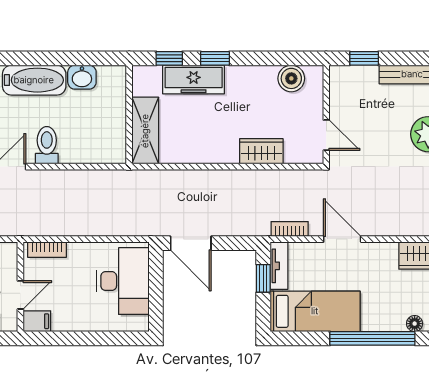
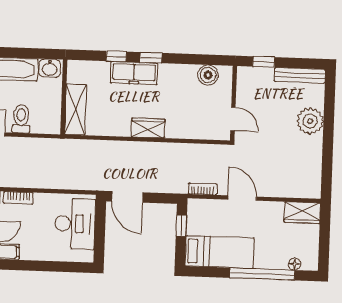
wall: (129, 115) -> (64, 97), moved
shelving: (145, 131) -> (75, 110), moved
wardrobe: (261, 151) -> (148, 128), moved
tv unit: (279, 266) -> (194, 217), removed

